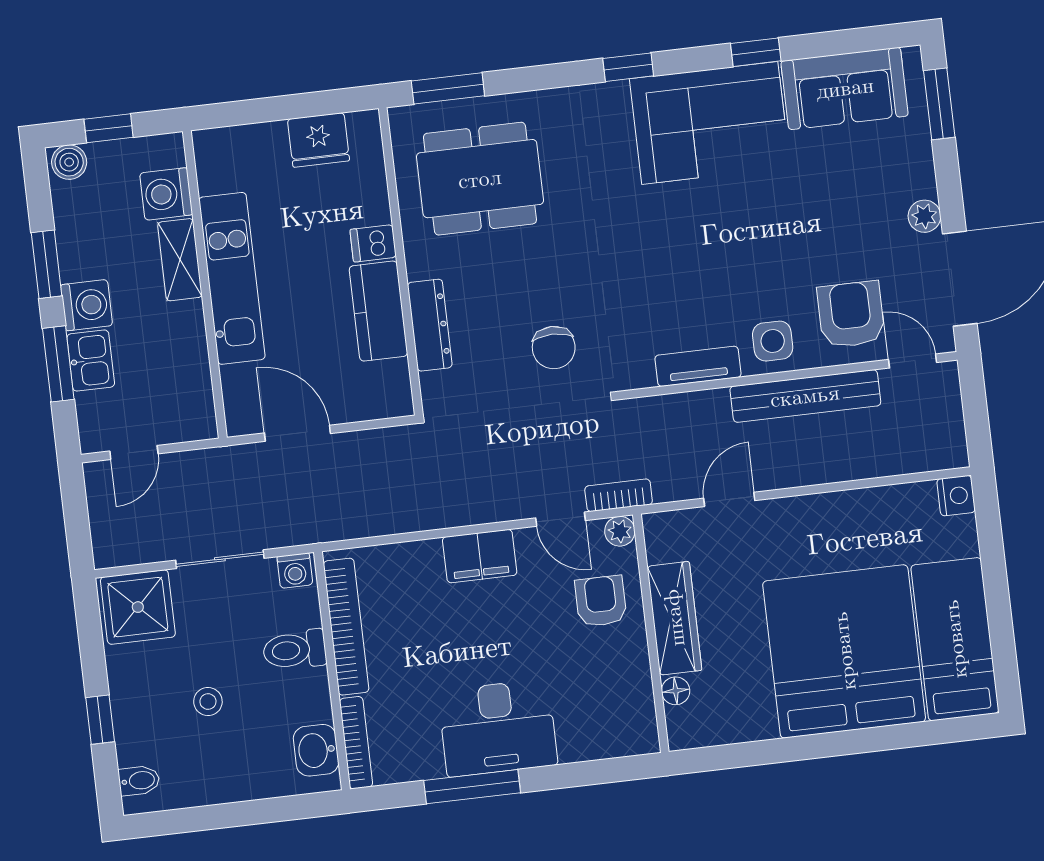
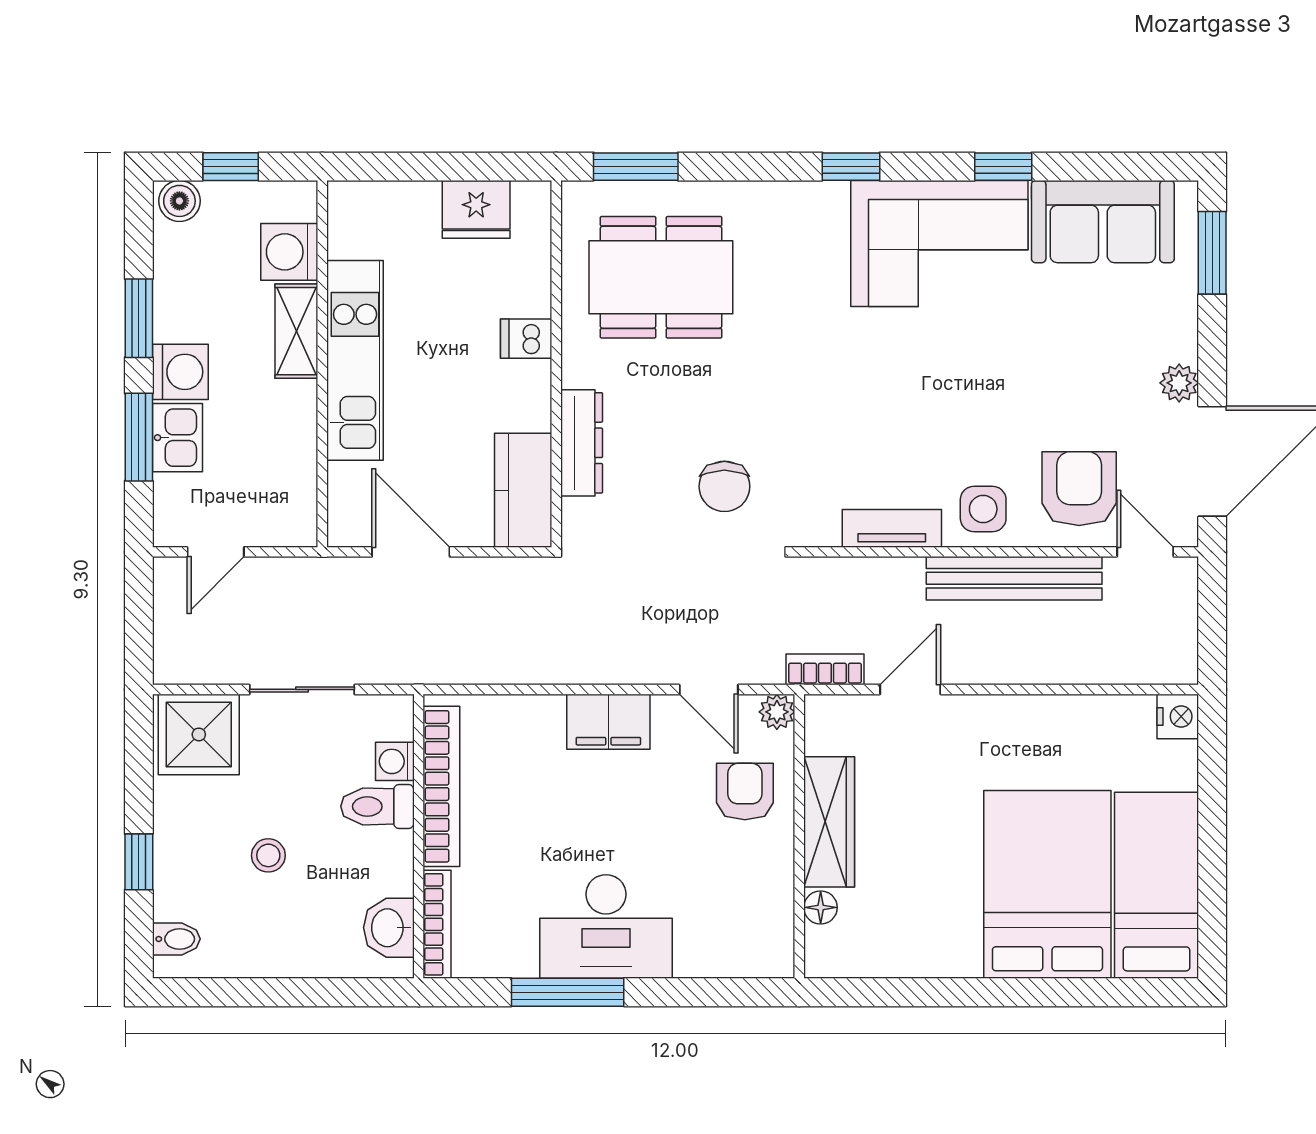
kitchen counter: (378, 311) -> (523, 490), moved
bookcase: (619, 495) -> (825, 669), moved
washing machine: (295, 571) -> (395, 761), moved, turned 90
bed: (844, 651) -> (1047, 884), width x0.73

